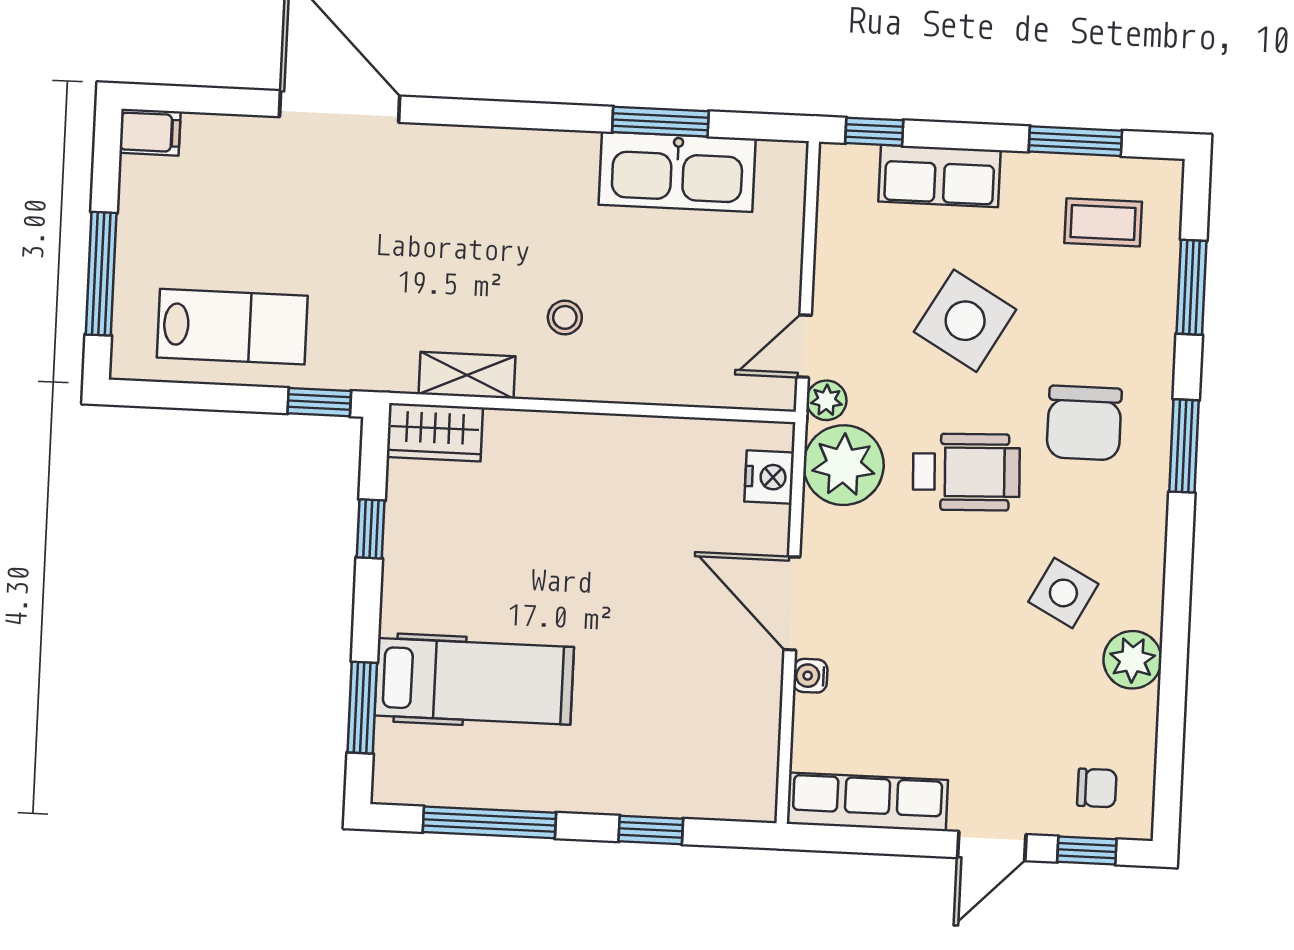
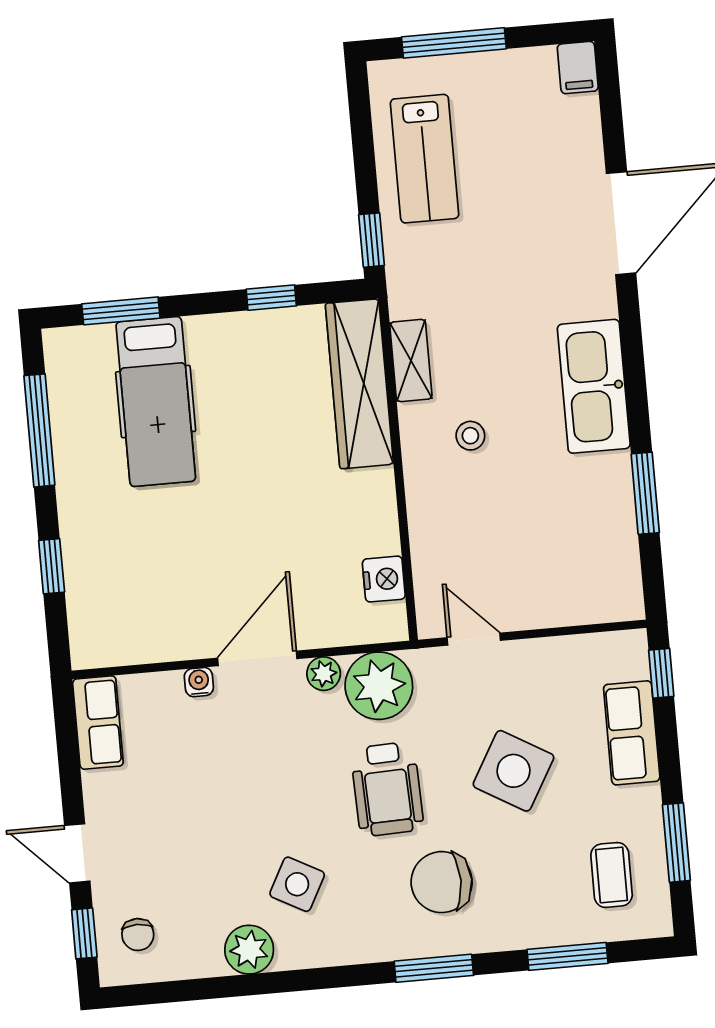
kitchen sink: (677, 172) -> (594, 386), moved
plant: (826, 400) -> (324, 674), moved
wardrobe: (435, 432) -> (359, 384), width x2.10, depth x1.17
nightstand: (769, 477) -> (384, 579), moved, turned -90
row of seats: (867, 802) -> (98, 723), width x0.68

